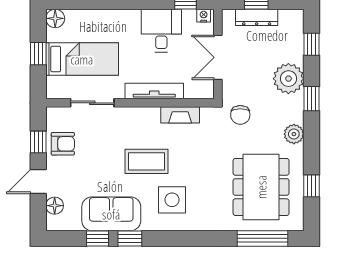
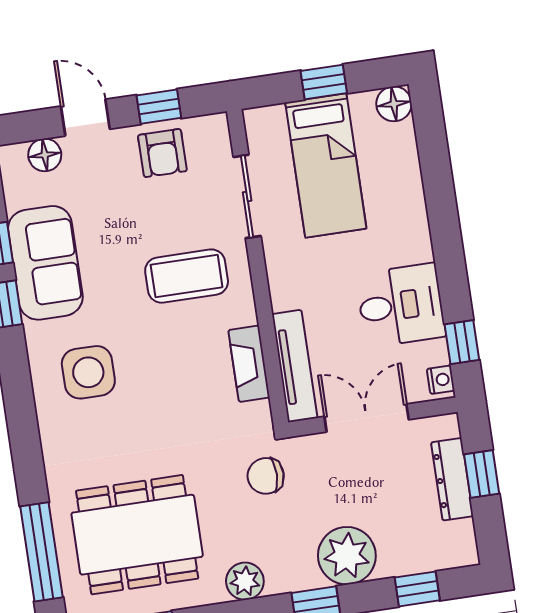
tv unit: (154, 91) -> (295, 366), moved
coffee table: (147, 161) -> (187, 276), moved, turned 90

